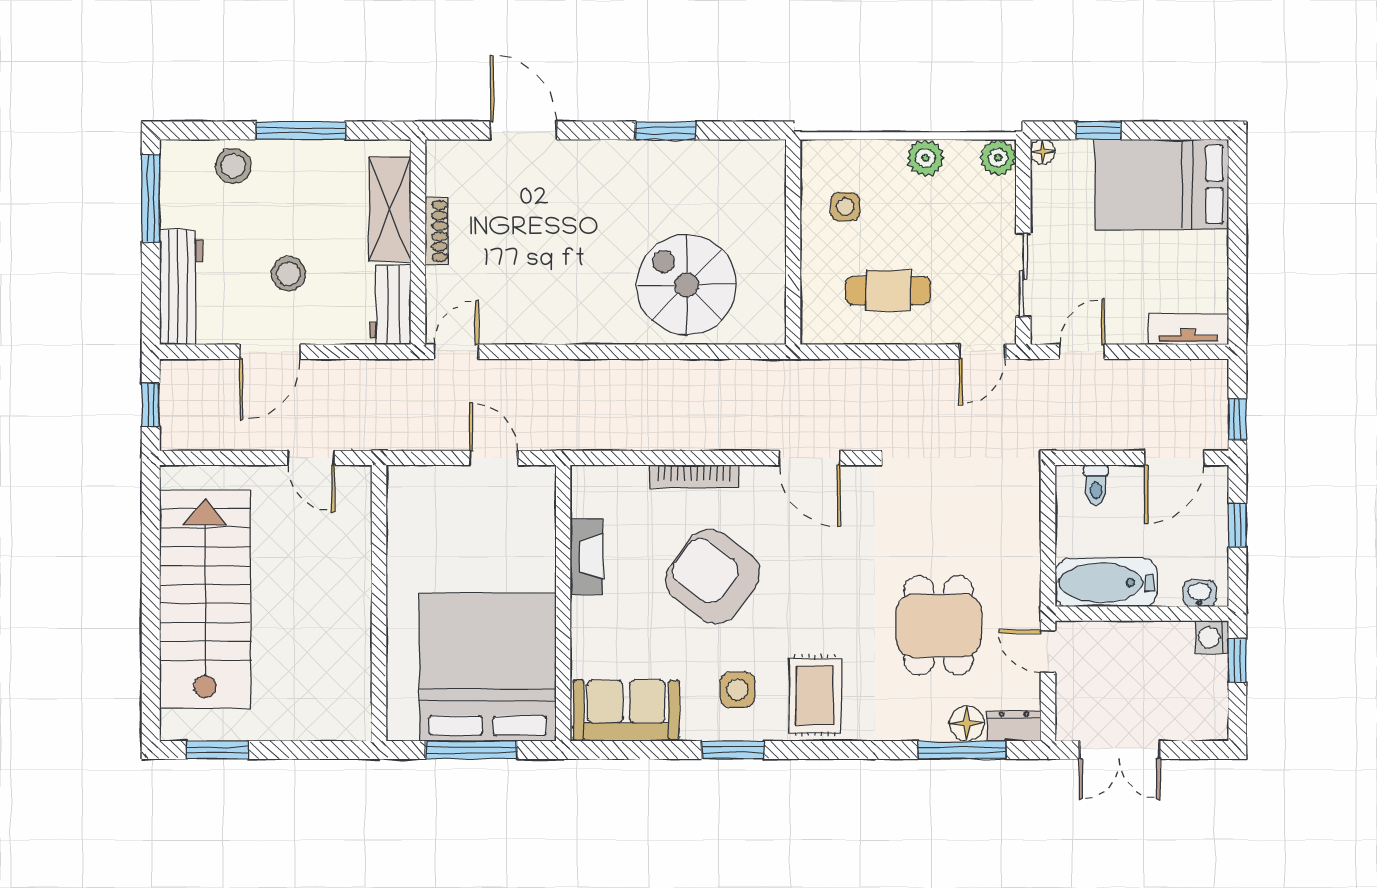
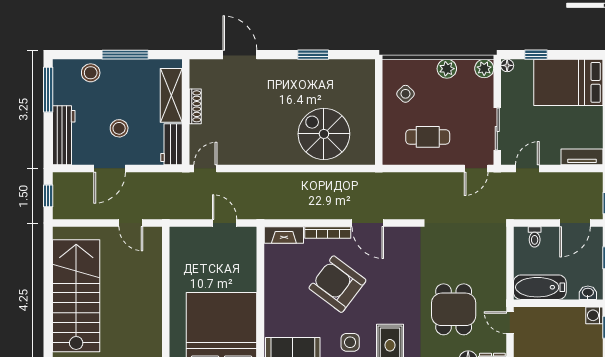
side table: (845, 207) -> (406, 94), turned 45
door: (809, 458) -> (368, 223), moved
fireplace: (586, 557) -> (284, 235), moved, turned 90

